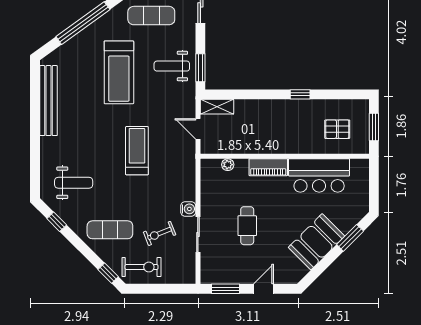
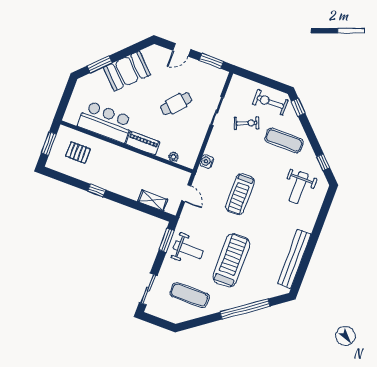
shelving: (217, 107) -> (153, 200), moved
weight bench: (74, 183) -> (299, 188), turned -90
water cooler: (188, 209) -> (207, 161), moved
cafe table: (247, 226) -> (176, 104), turned 42

